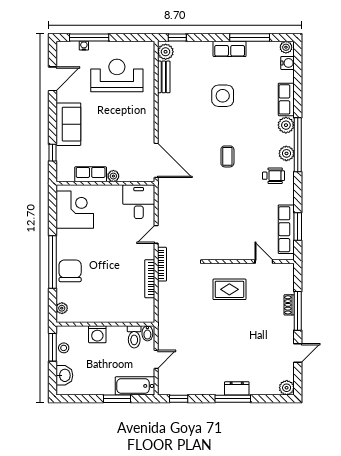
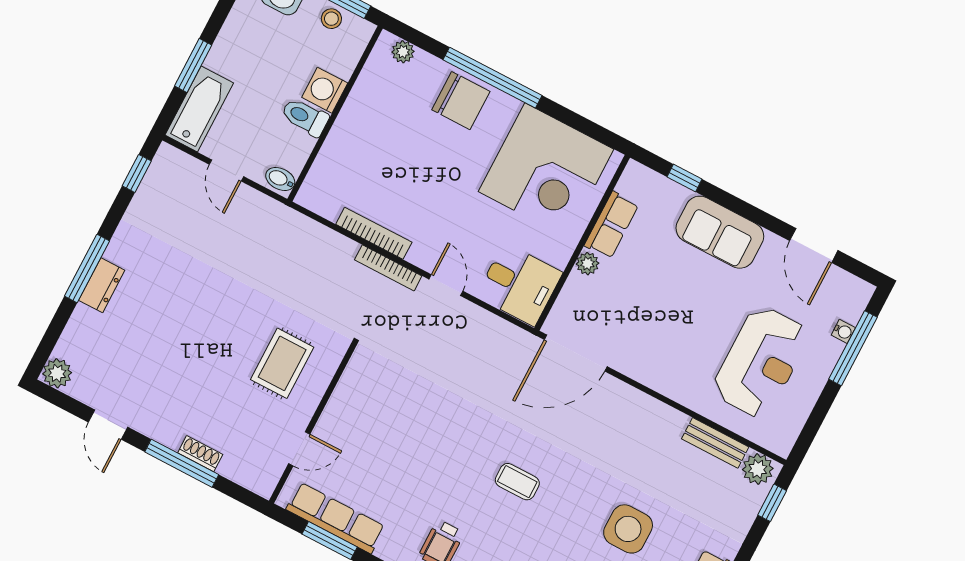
corner desk: (75, 210) -> (546, 170), width x1.36, depth x1.36
toilet: (134, 337) -> (305, 117), moved

